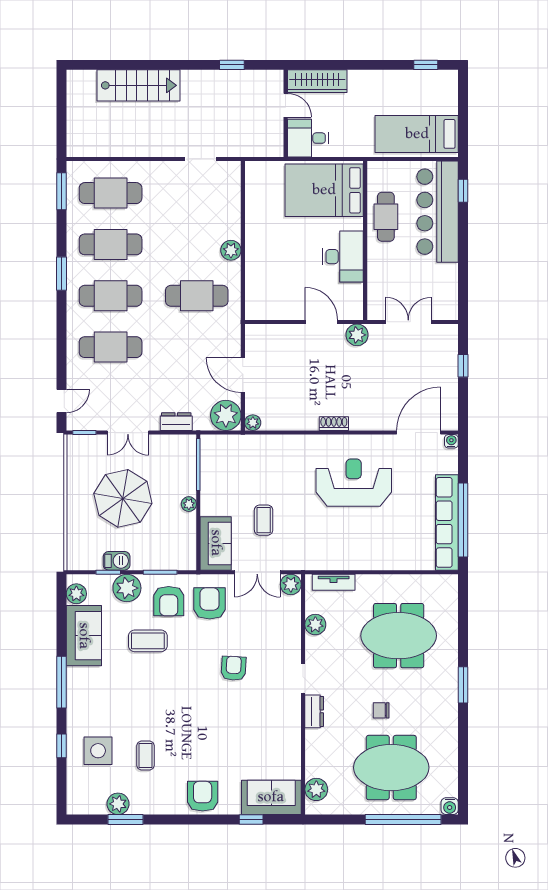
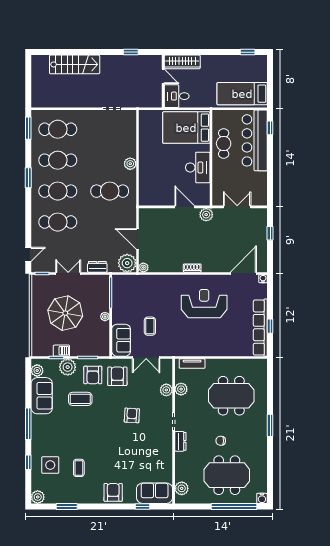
double door: (128, 433) -> (68, 273), swing flipped
window: (463, 520) -> (270, 326), width x0.32
plant: (291, 584) -> (166, 390), moved
plant: (118, 804) -> (38, 497), moved

